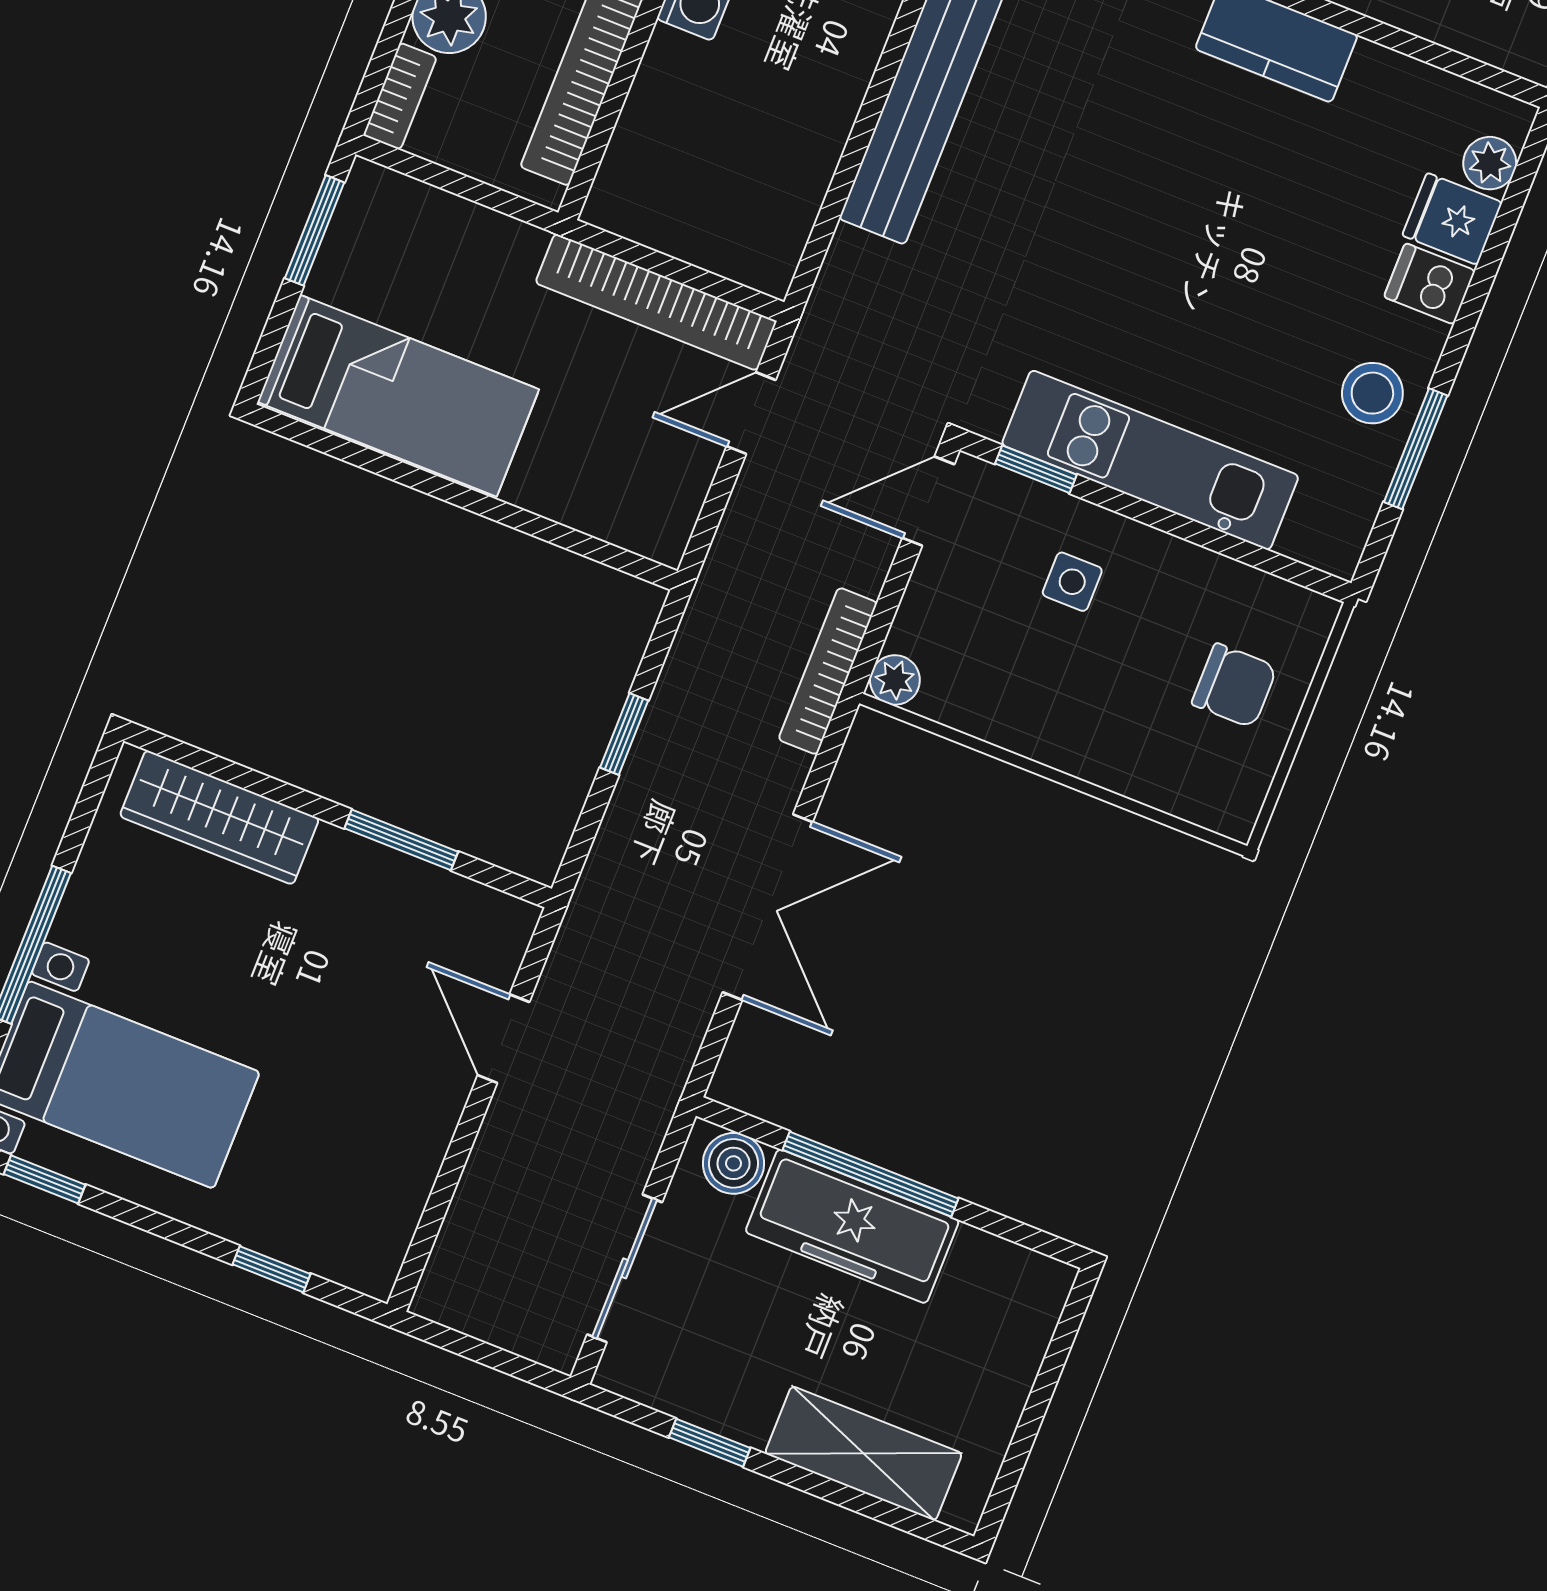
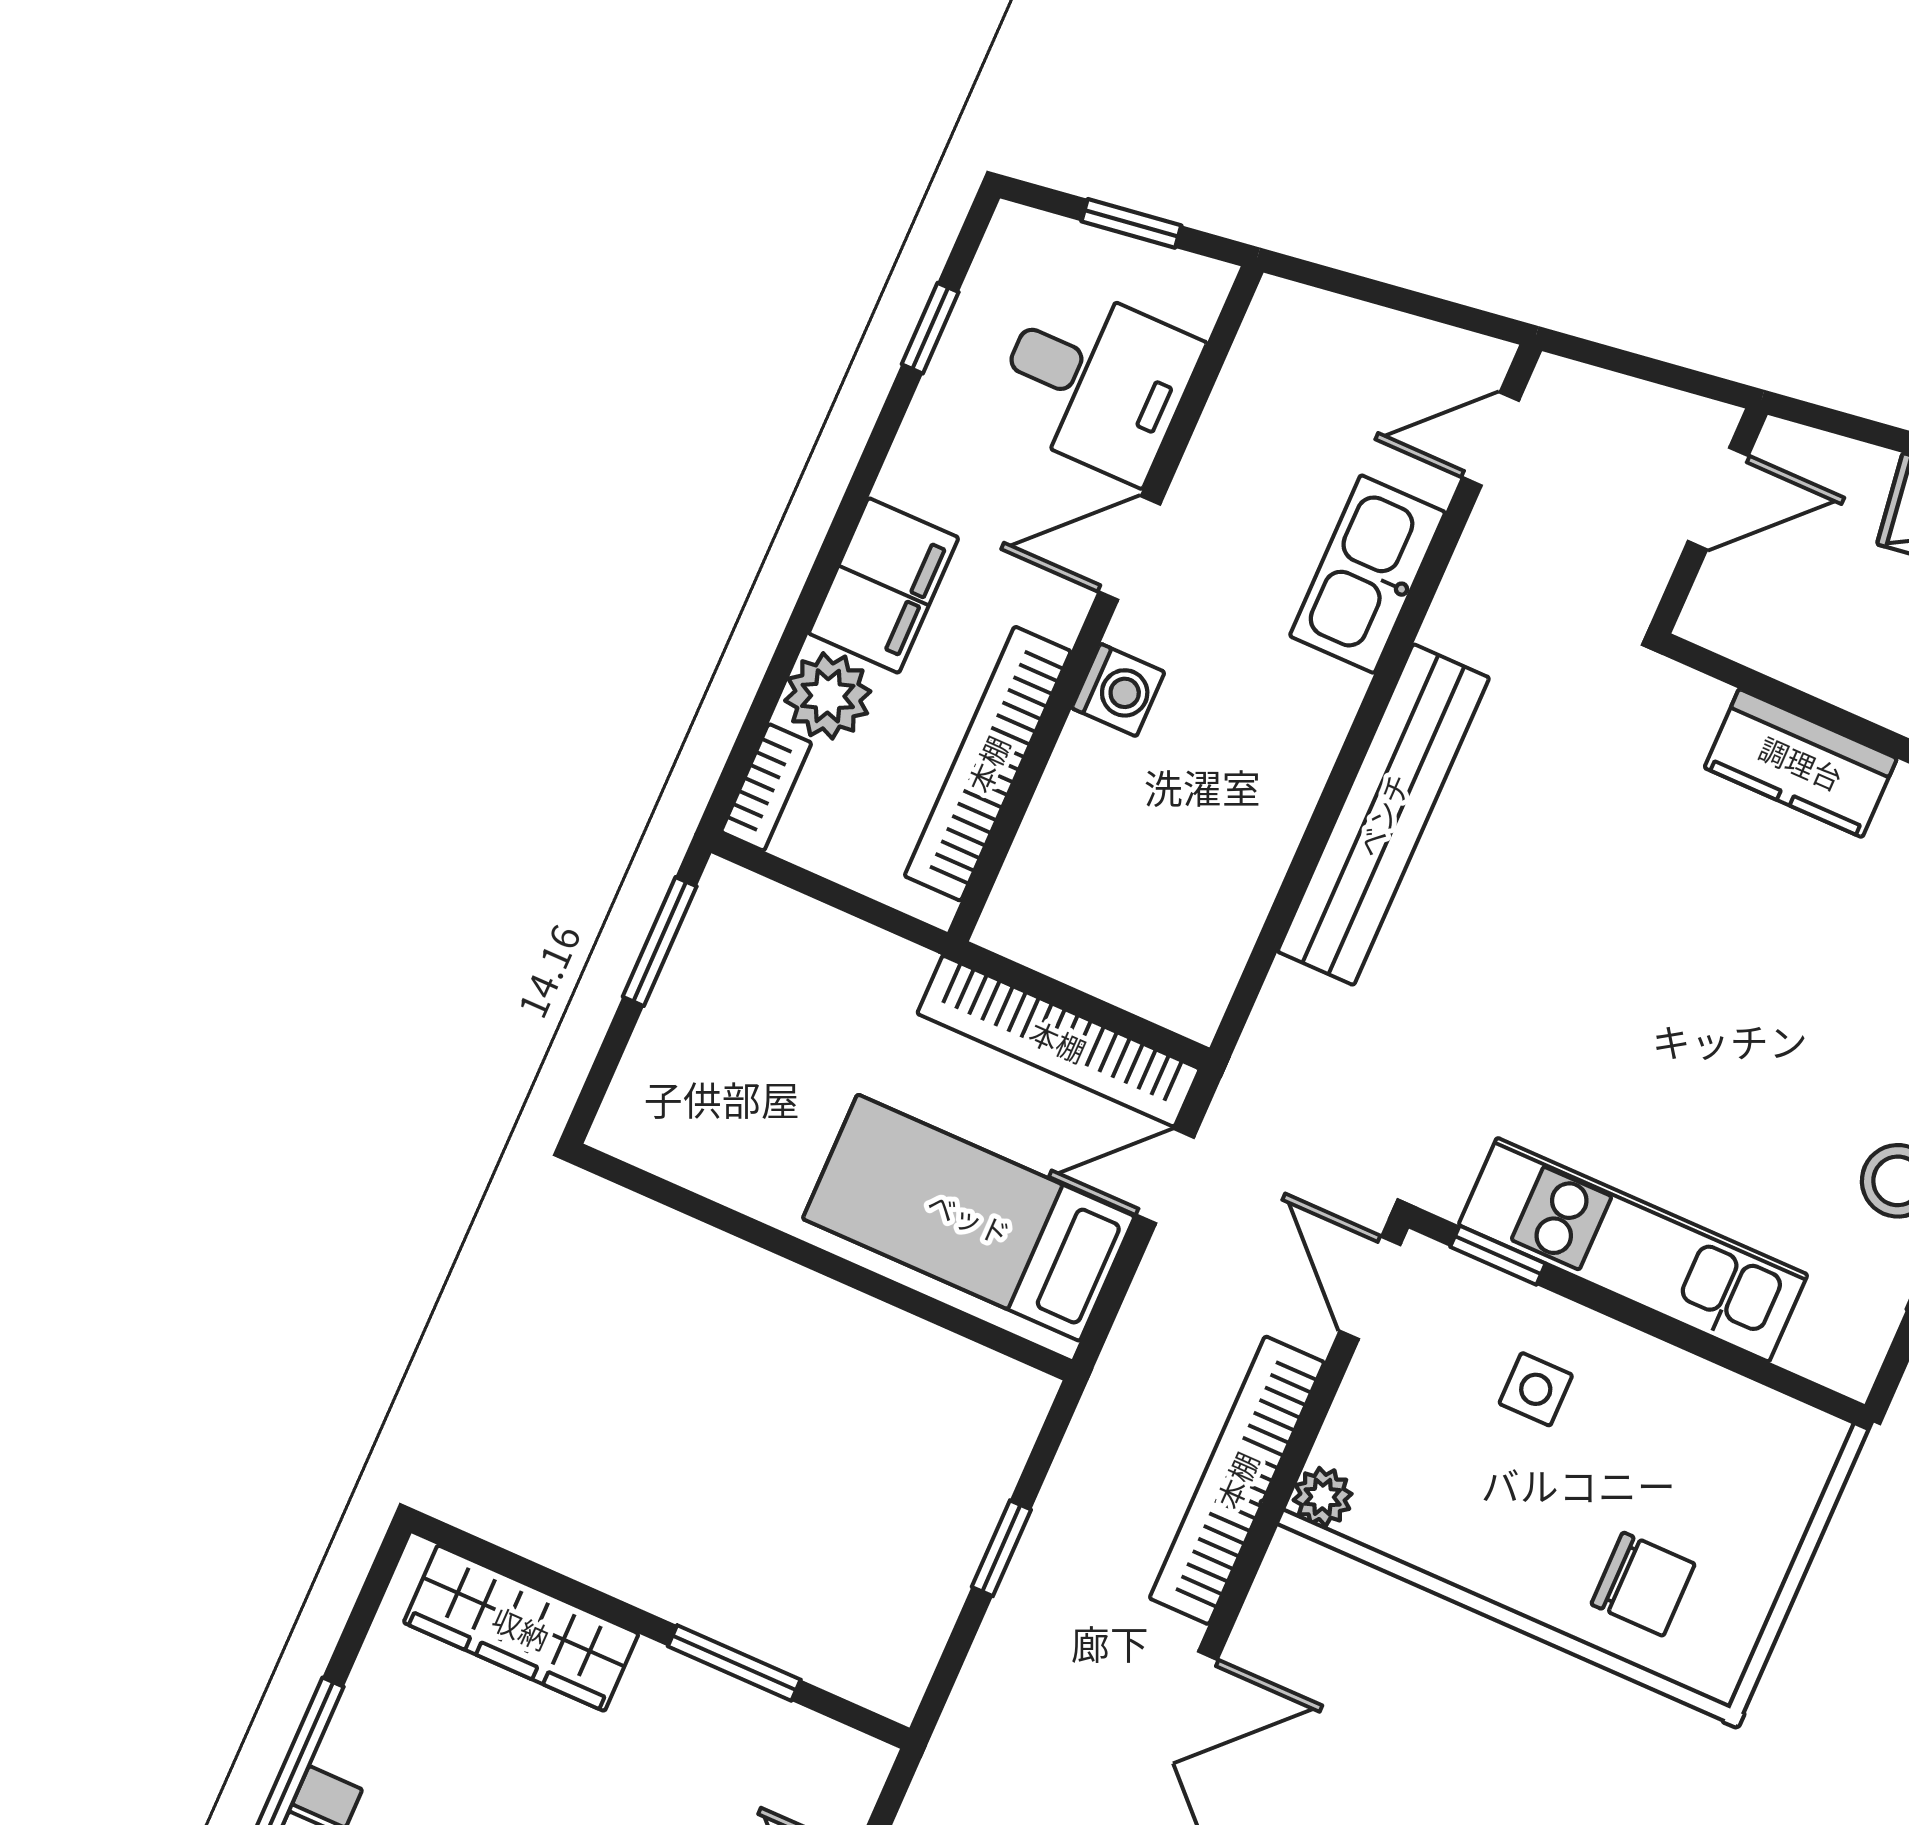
bed: (398, 396) -> (969, 1218), moved, turned 180
door: (928, 501) -> (1370, 1288), hinge flipped
bookcase: (828, 671) -> (1237, 1480), width x1.48, depth x1.31
chair: (1234, 686) -> (1643, 1584), moved

